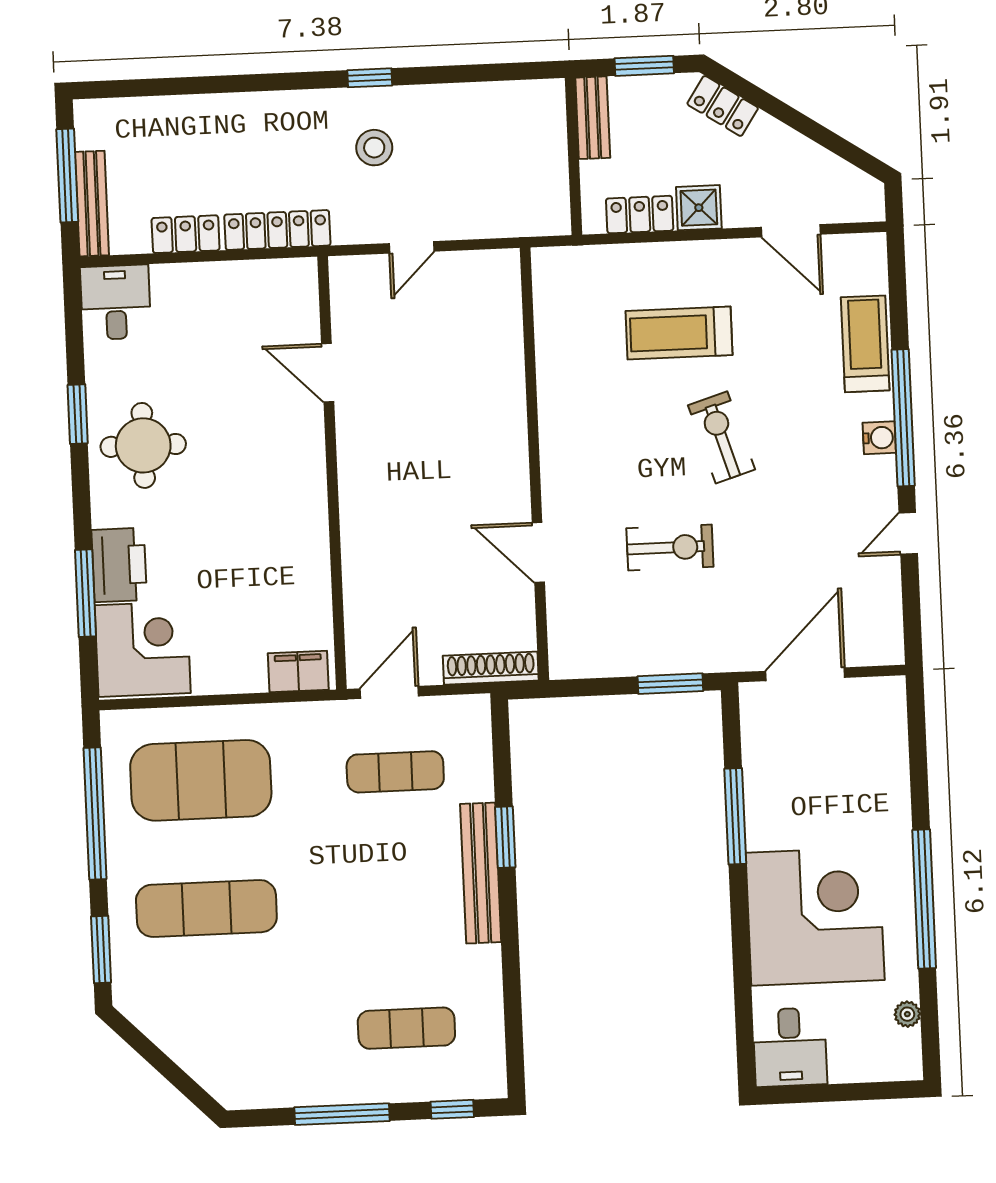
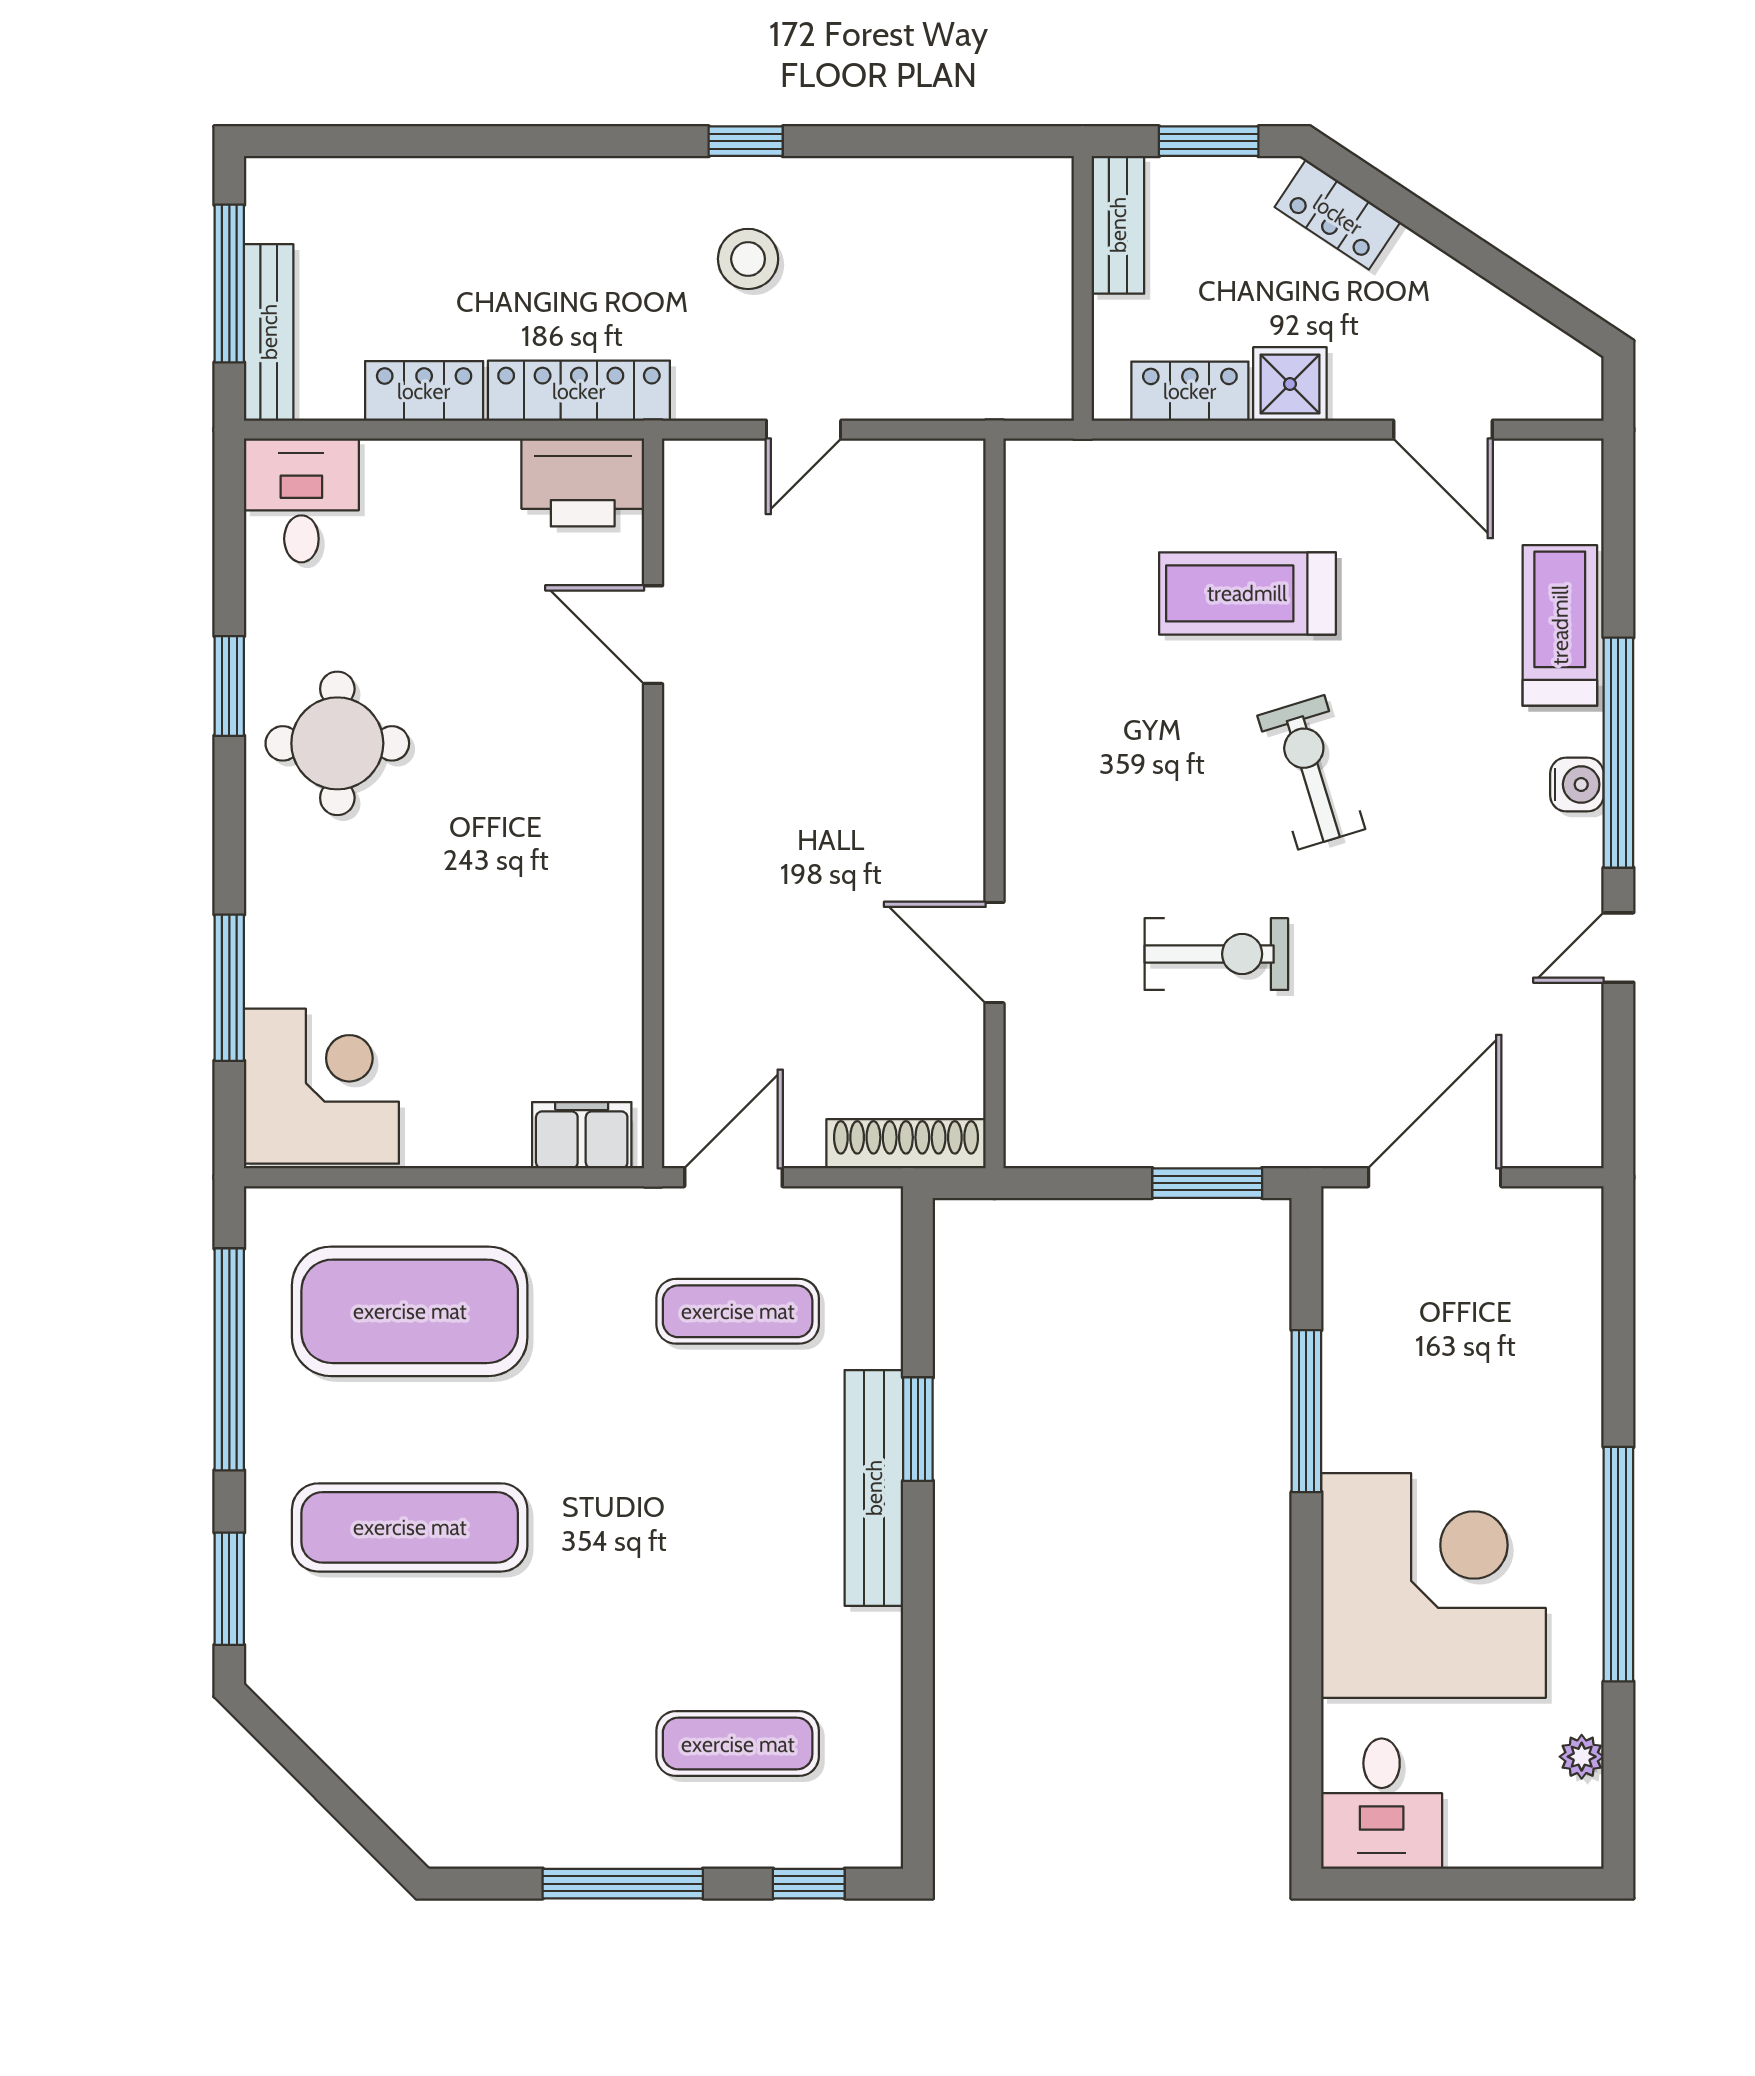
printer: (119, 565) -> (583, 482), moved, turned 90

